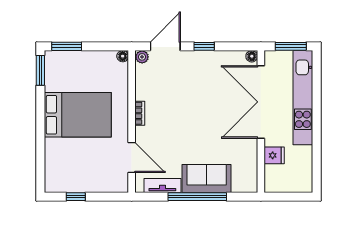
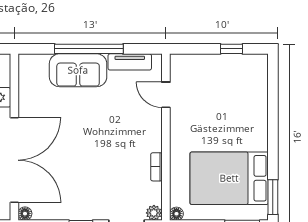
bookcase: (140, 113) -> (156, 167), moved
bed: (78, 115) -> (229, 178), moved
door: (132, 157) -> (166, 95), width x0.73

